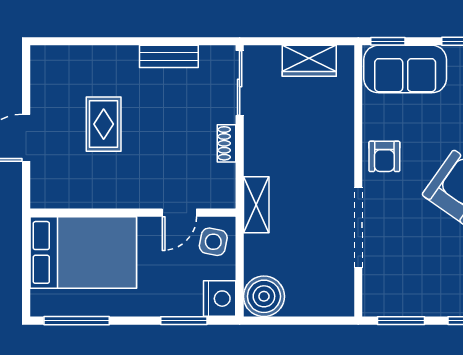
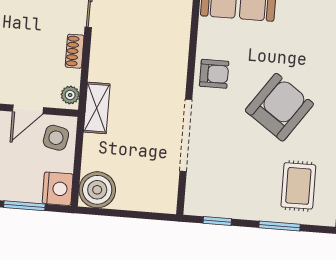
armchair: (384, 156) -> (214, 74), turned -90
plant: (225, 193) -> (70, 95), added
window: (401, 321) -> (217, 221), width x0.67

